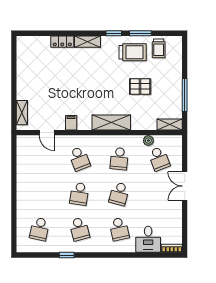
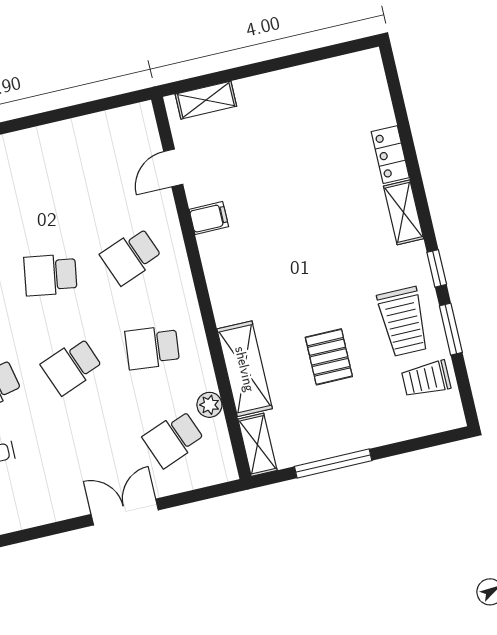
shelving: (111, 122) -> (245, 369), moved
school desk: (119, 194) -> (72, 366), turned -36

